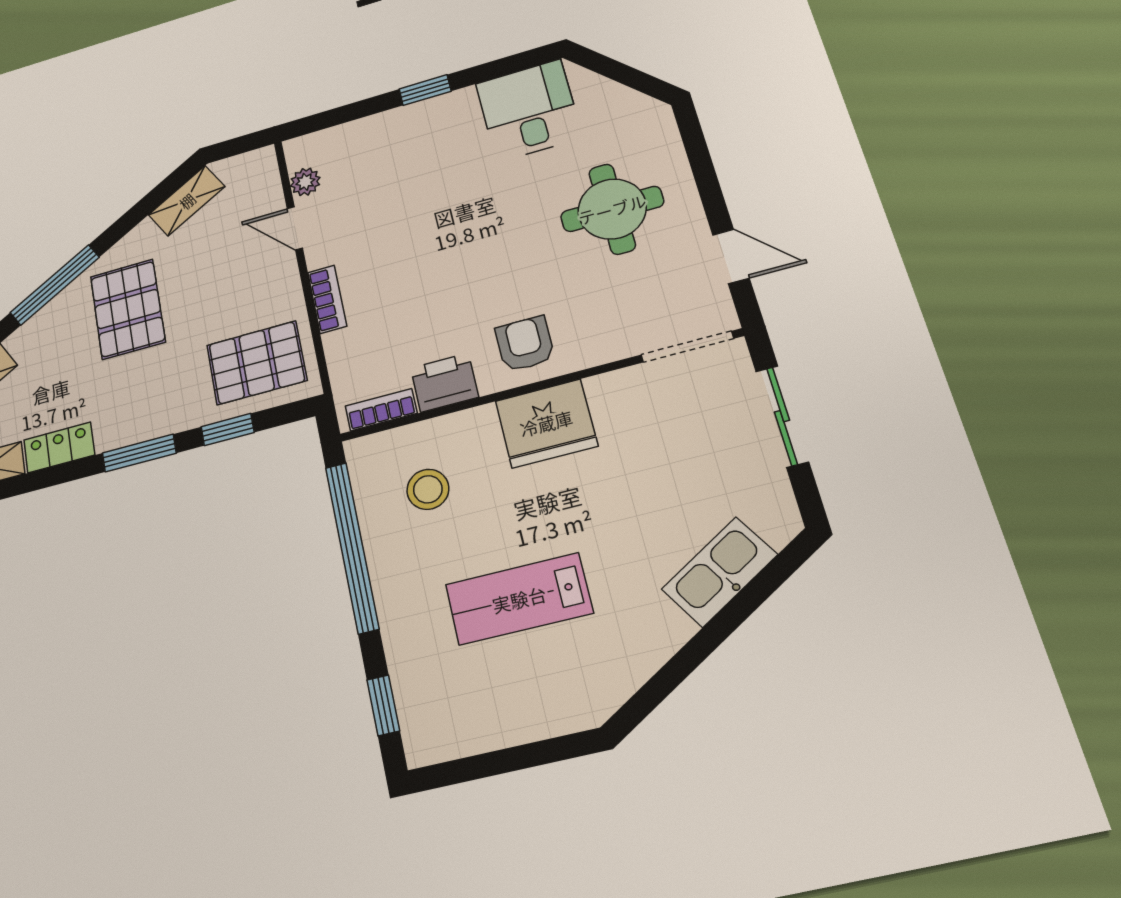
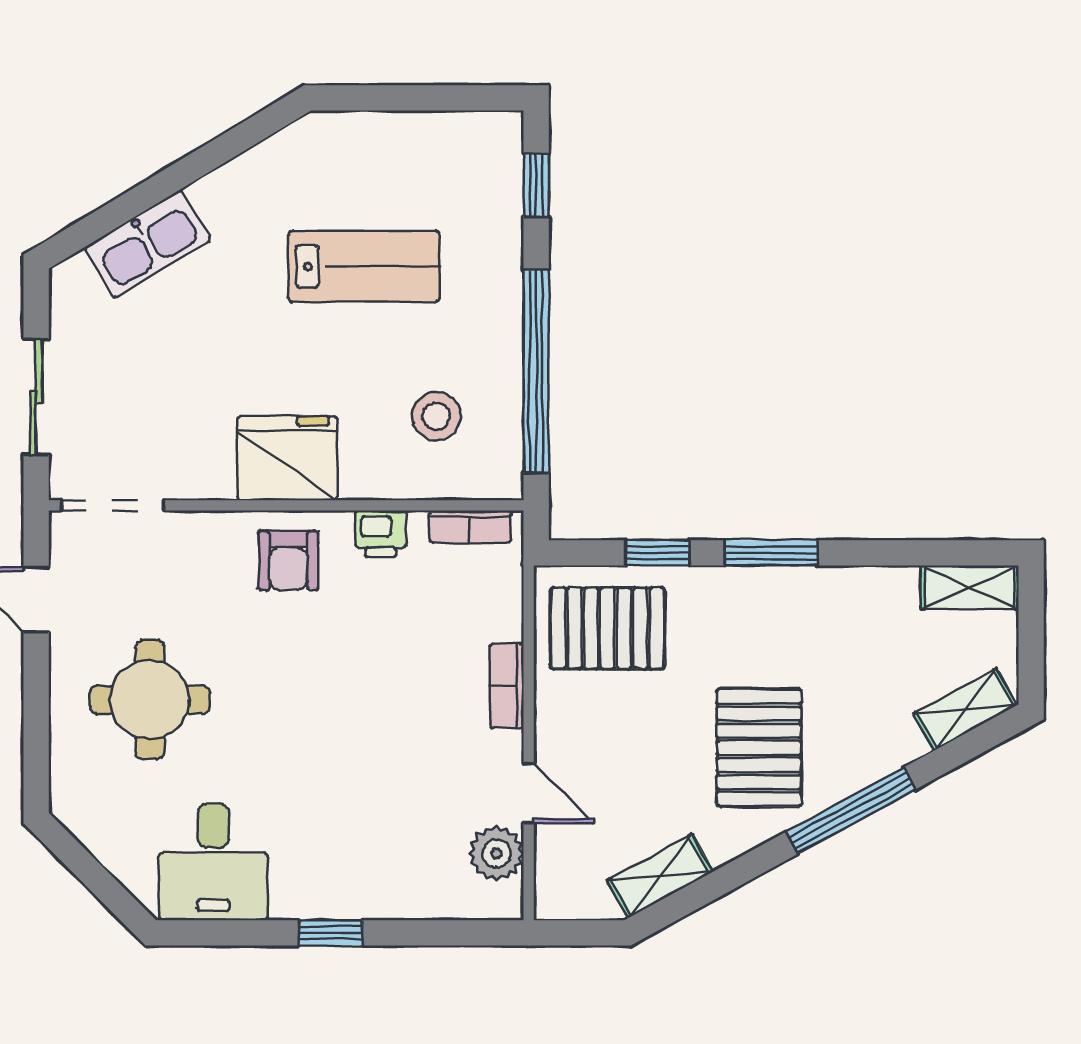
plant: (305, 182) -> (497, 853), width x1.38, depth x1.38
printer: (444, 383) -> (381, 534), width x0.73, depth x0.81
locker: (59, 447) -> (872, 588), removed

